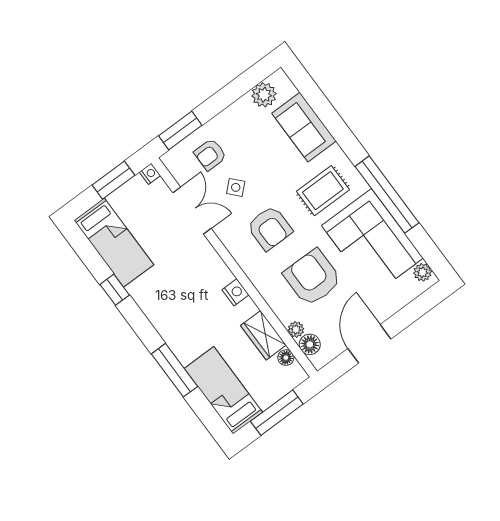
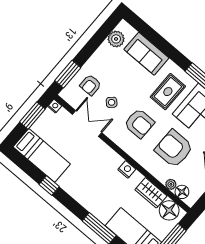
floor lamp: (286, 358) -> (169, 210), width x1.89, depth x1.89

